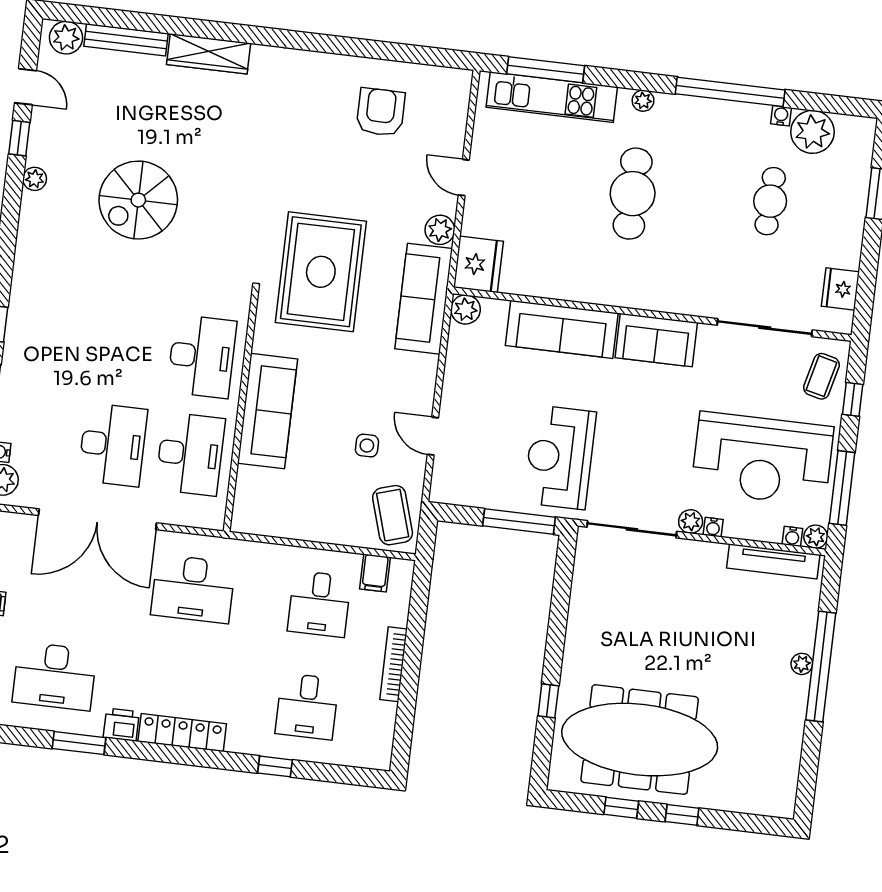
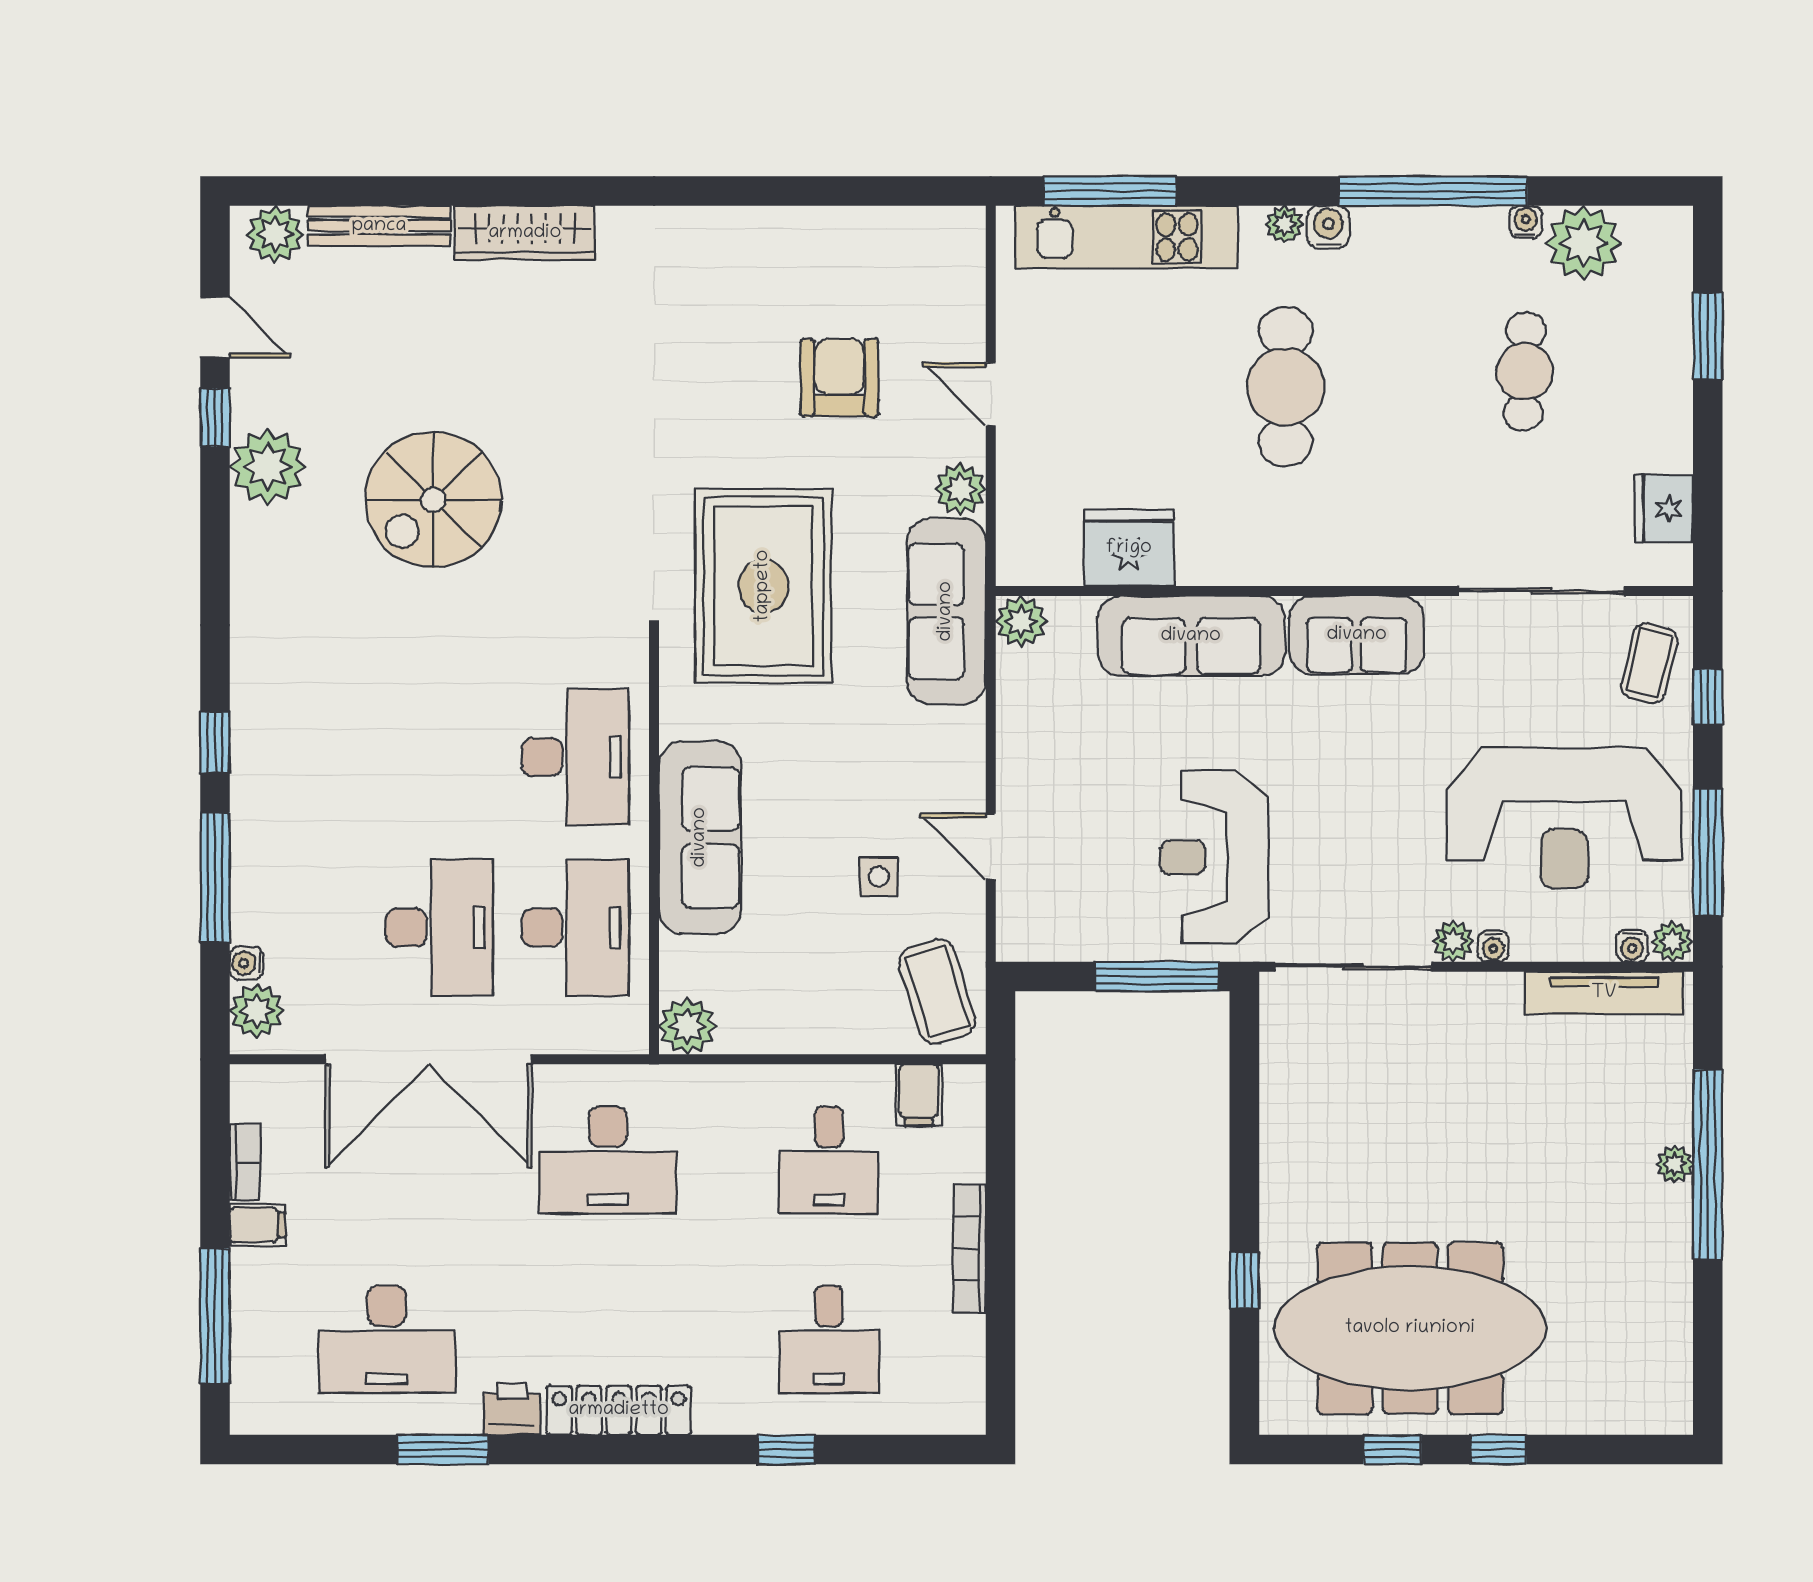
water cooler: (668, 105) -> (1328, 227), added
armchair: (381, 112) -> (839, 378), moved
plant: (35, 179) -> (268, 467), width x1.88, depth x1.88
fridge: (478, 264) -> (1129, 548), moved, turned -90
plant: (248, 518) -> (687, 1026), added

